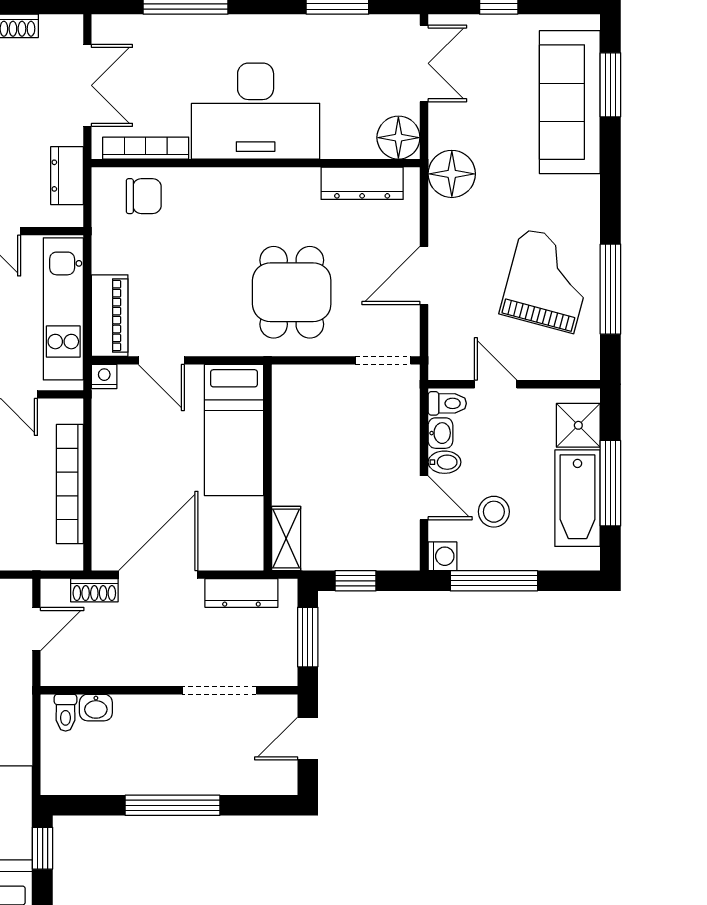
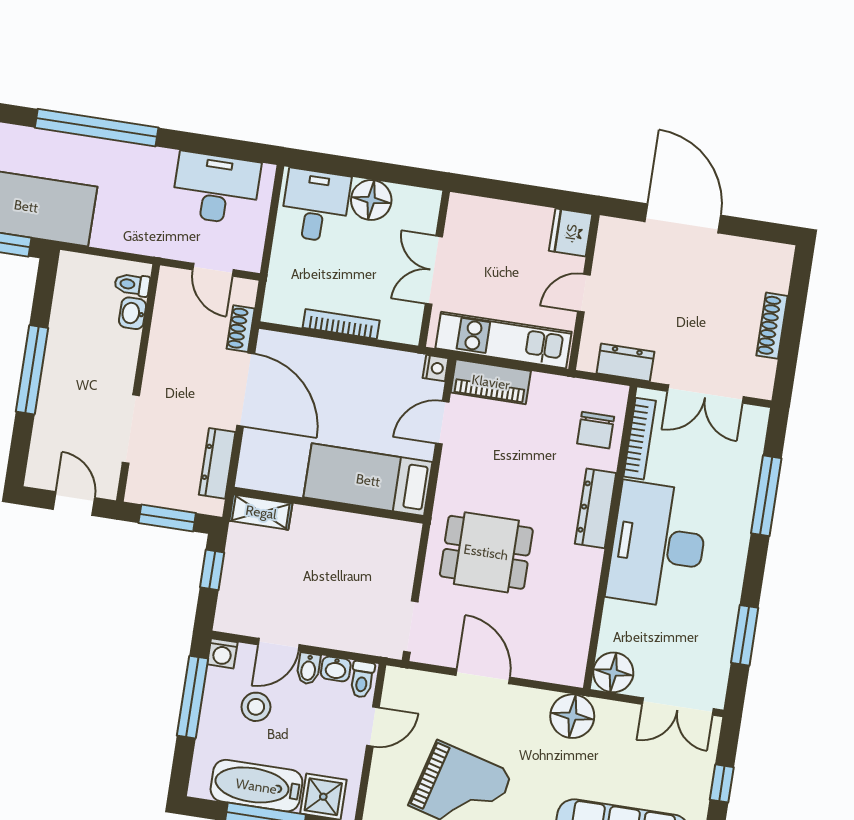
dresser: (362, 183) -> (596, 508), moved
bookcase: (70, 484) -> (341, 324), width x0.68, depth x0.76

